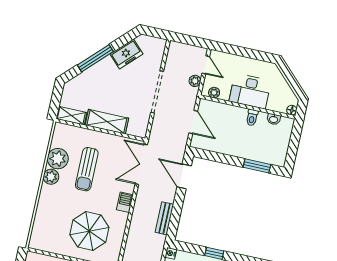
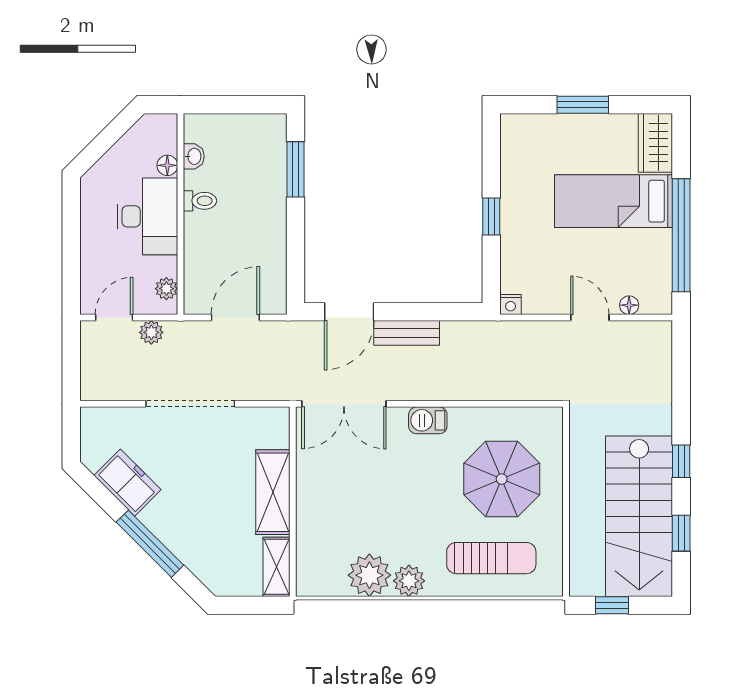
floor lamp: (292, 110) -> (167, 165), moved
sun lounger: (87, 169) -> (491, 558), moved
bench: (164, 218) -> (407, 333), moved

